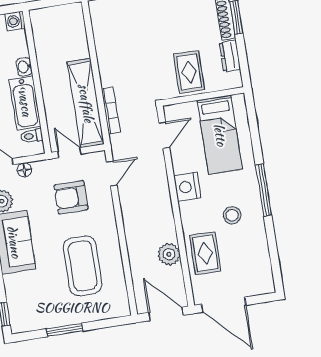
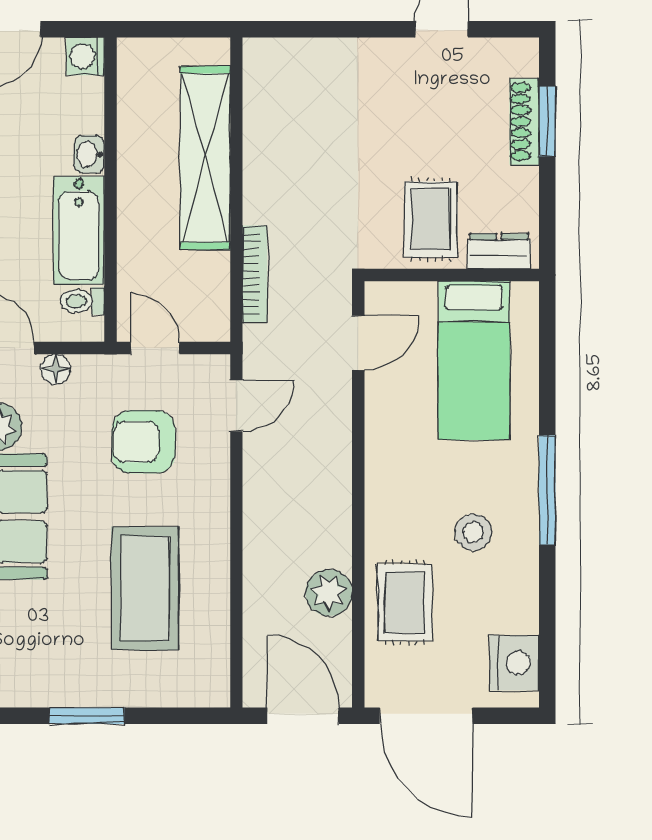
dresser: (230, 56) -> (499, 251), moved, turned 90
shelving: (86, 103) -> (205, 158), moved
nightstand: (187, 187) -> (514, 663), moved, turned 180

